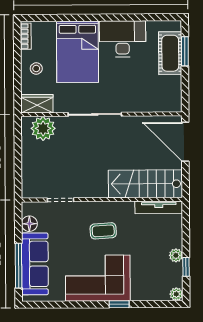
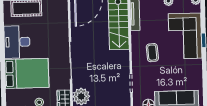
corner sofa: (98, 278) -> (185, 36), moved

